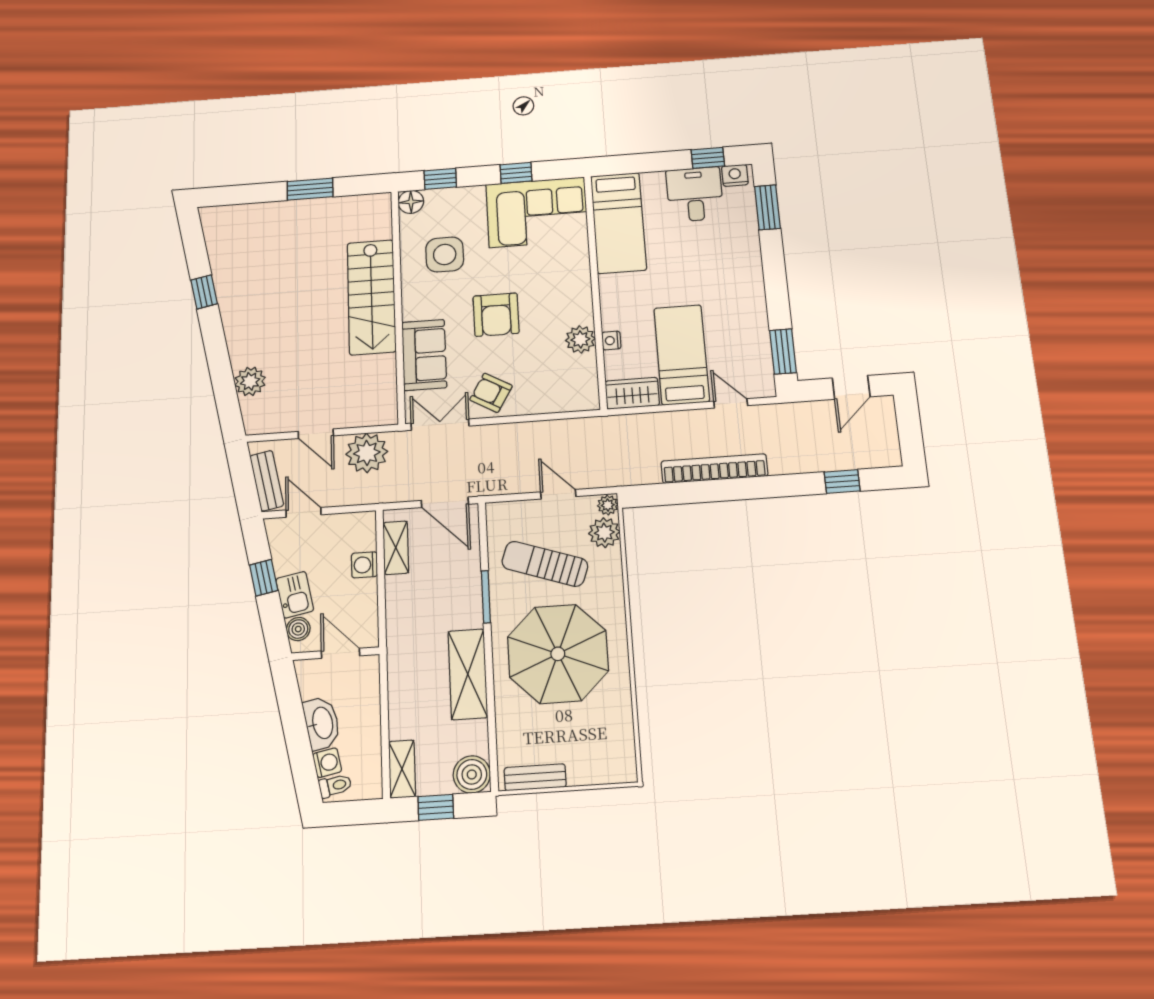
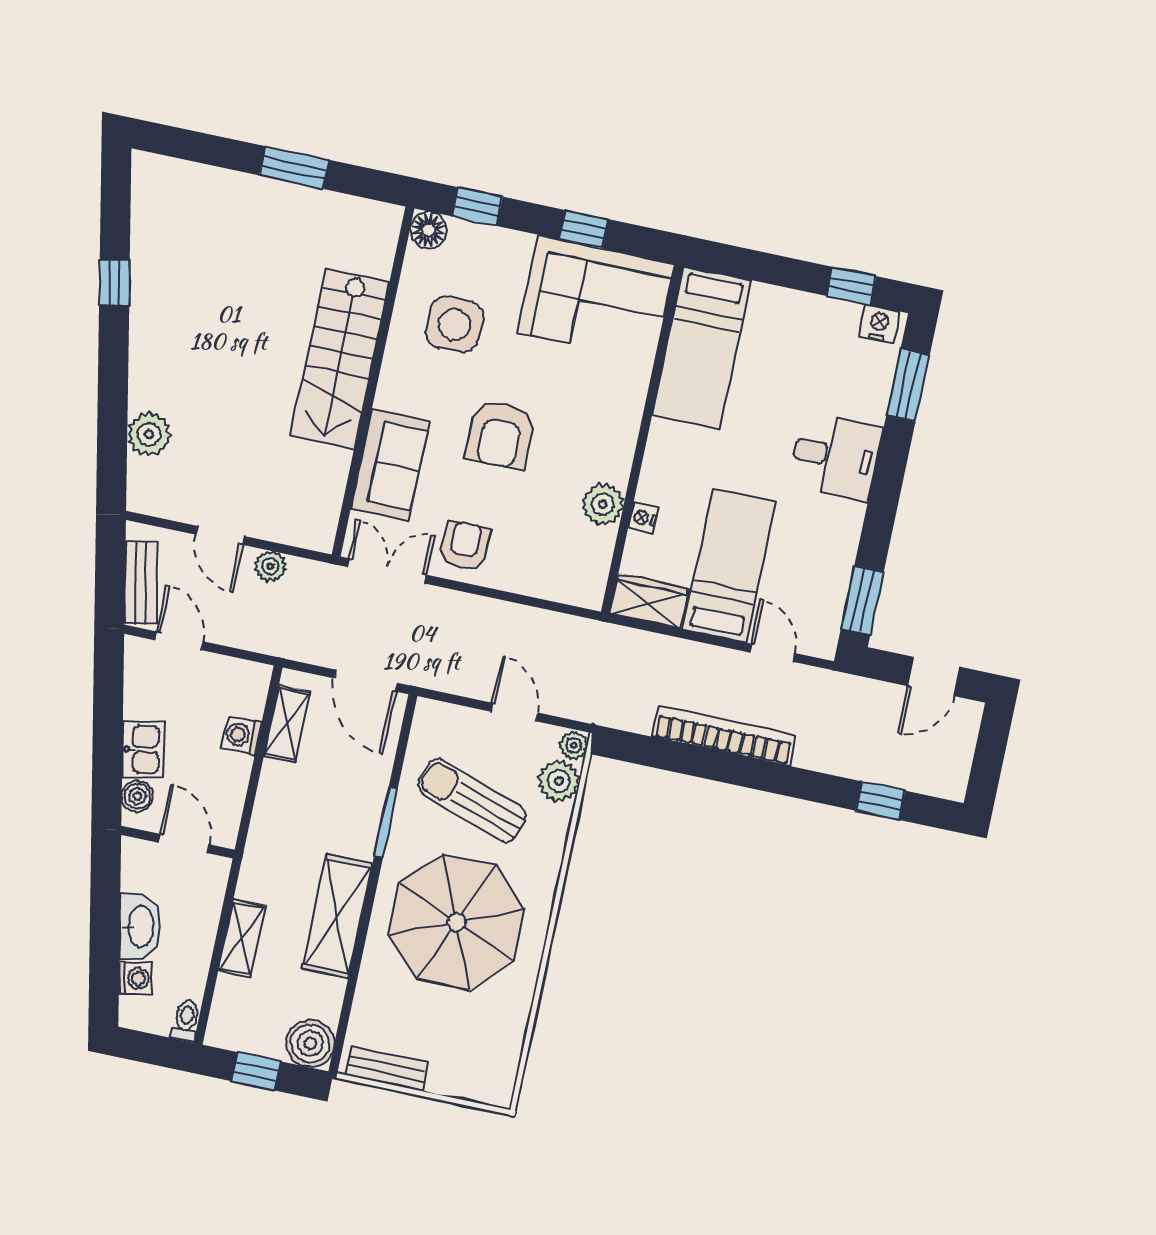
desk: (695, 194) -> (836, 456), moved, turned 90
armchair: (491, 393) -> (465, 546), turned 60
plant: (367, 453) -> (270, 566), width x0.53, depth x0.53
window: (264, 578) -> (108, 715), removed
shelving: (402, 769) -> (242, 938), moved
toilet: (335, 786) -> (186, 1021), moved, turned -79

